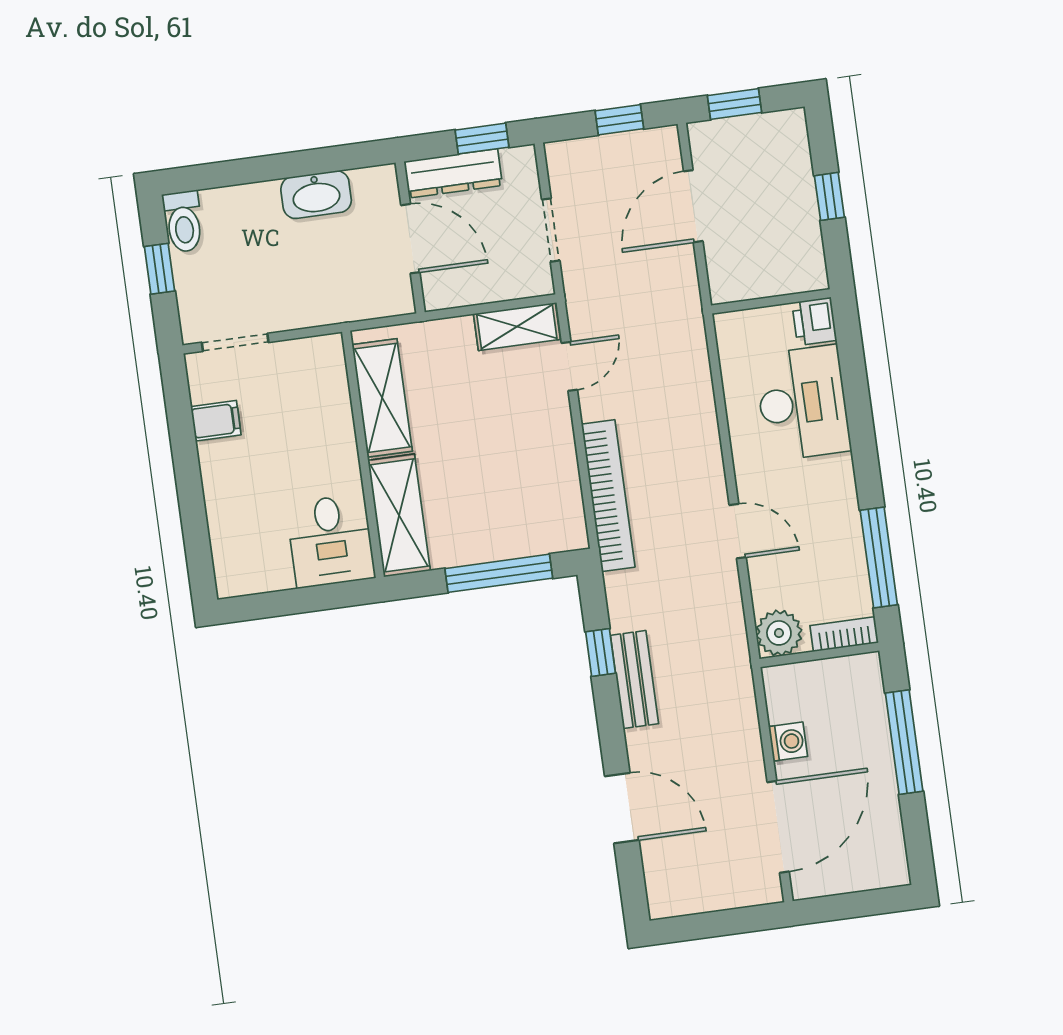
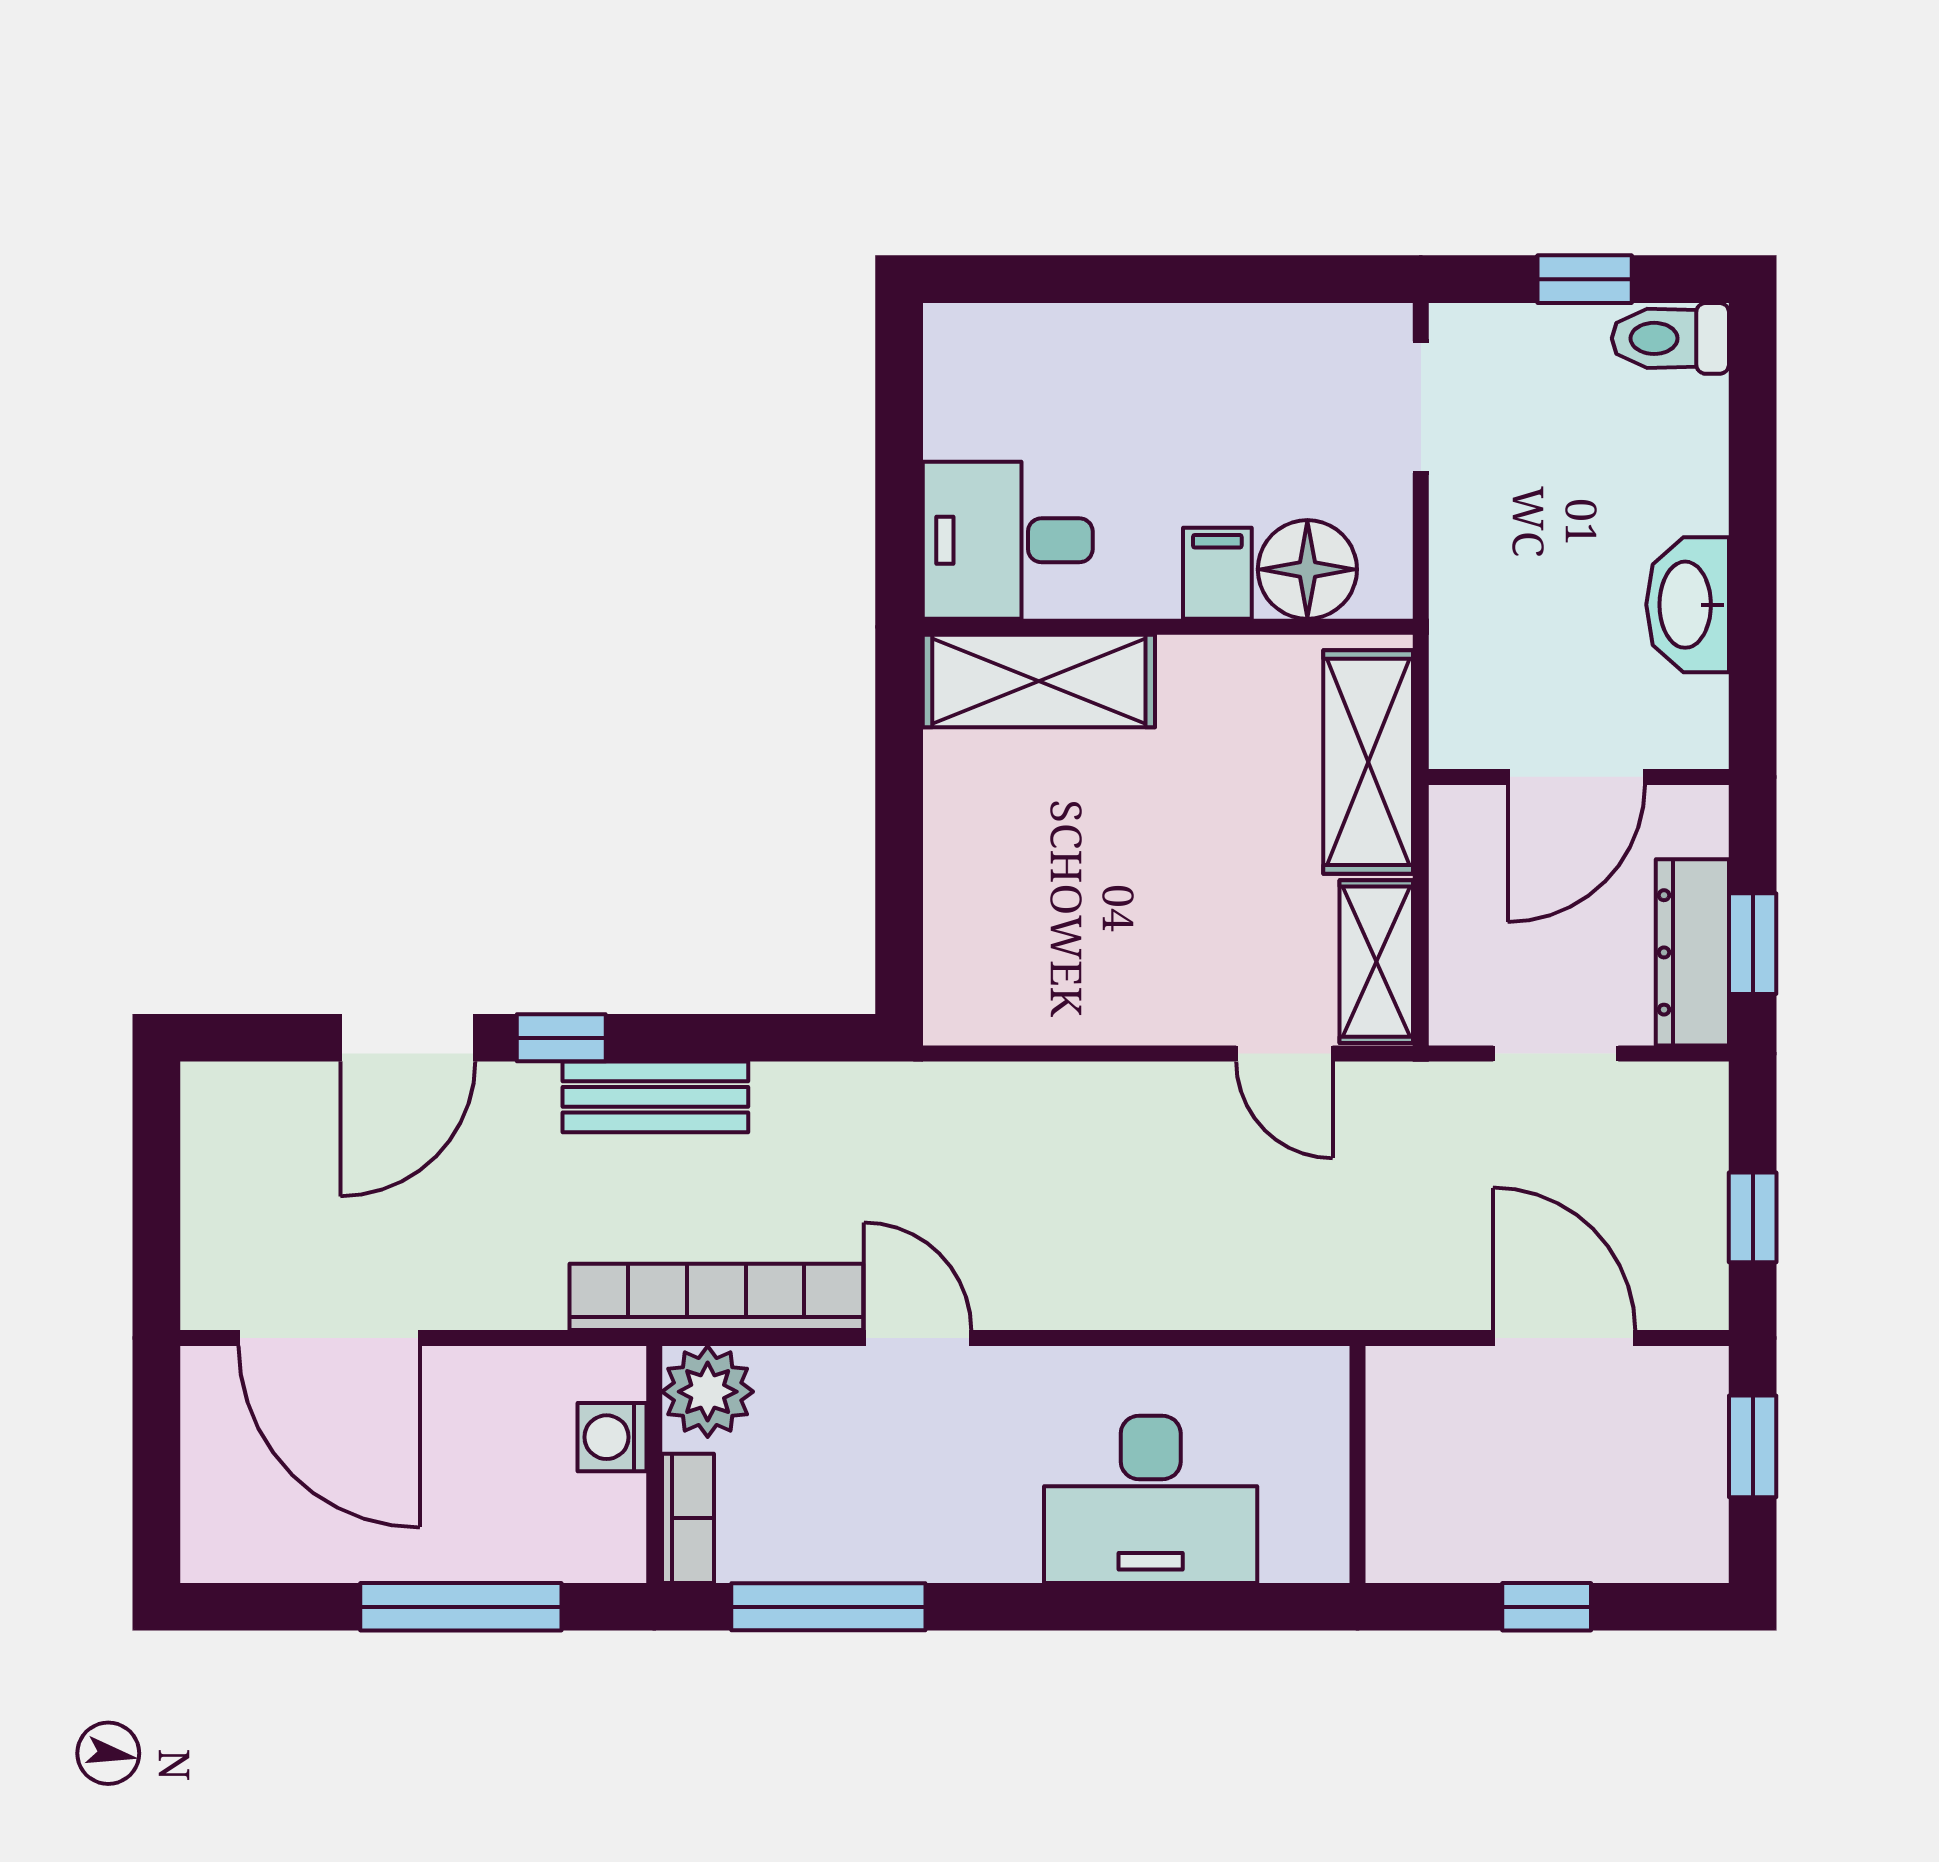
dresser: (453, 173) -> (1692, 952), moved
printer: (814, 321) -> (1307, 1544), removed
floor lamp: (325, 388) -> (1307, 569), added
shelving: (382, 398) -> (1368, 762), moved, turned 90
filing cabinet: (216, 421) -> (1217, 573), moved, turned 180
bookcase: (608, 496) -> (716, 1297), moved, turned 180
door: (738, 531) -> (918, 1338), swing flipped
window: (499, 573) -> (899, 860), removed
window: (601, 652) -> (561, 1038), moved
washing machine: (788, 742) -> (612, 1437), moved, turned 90

